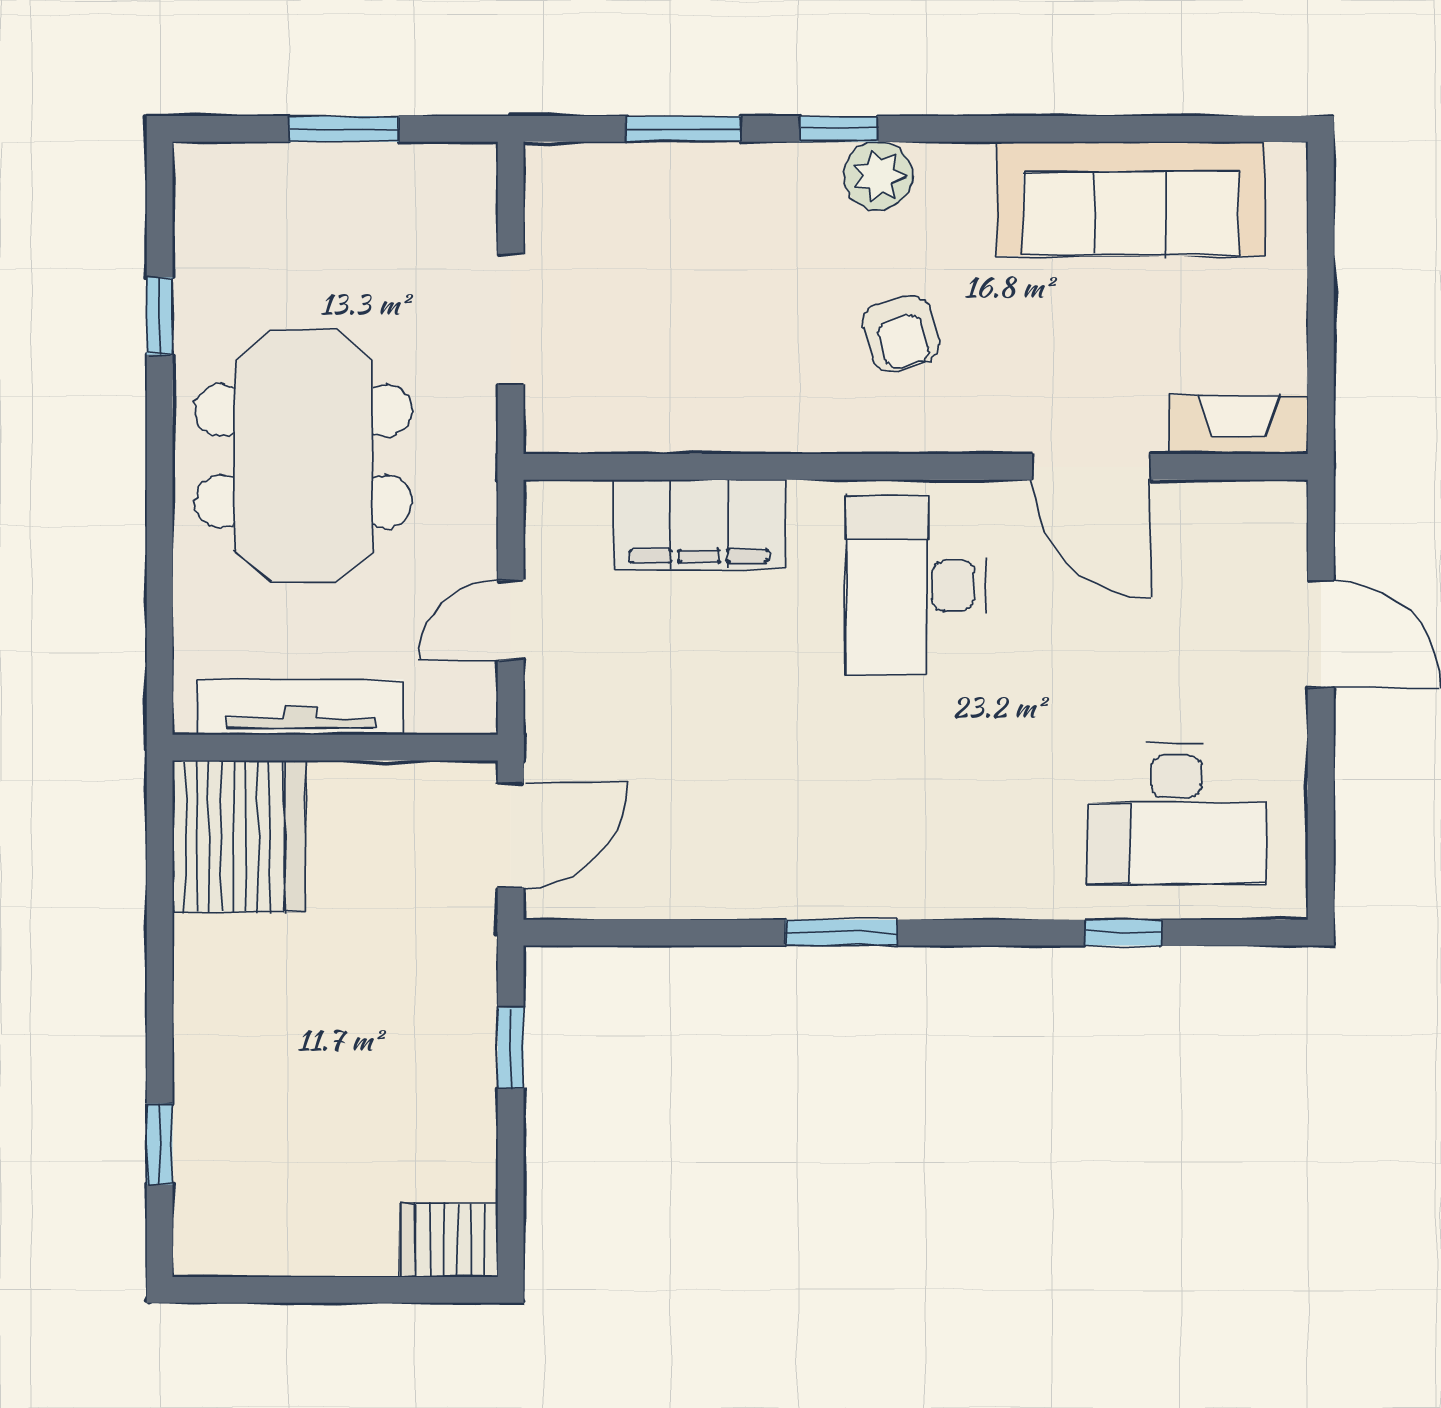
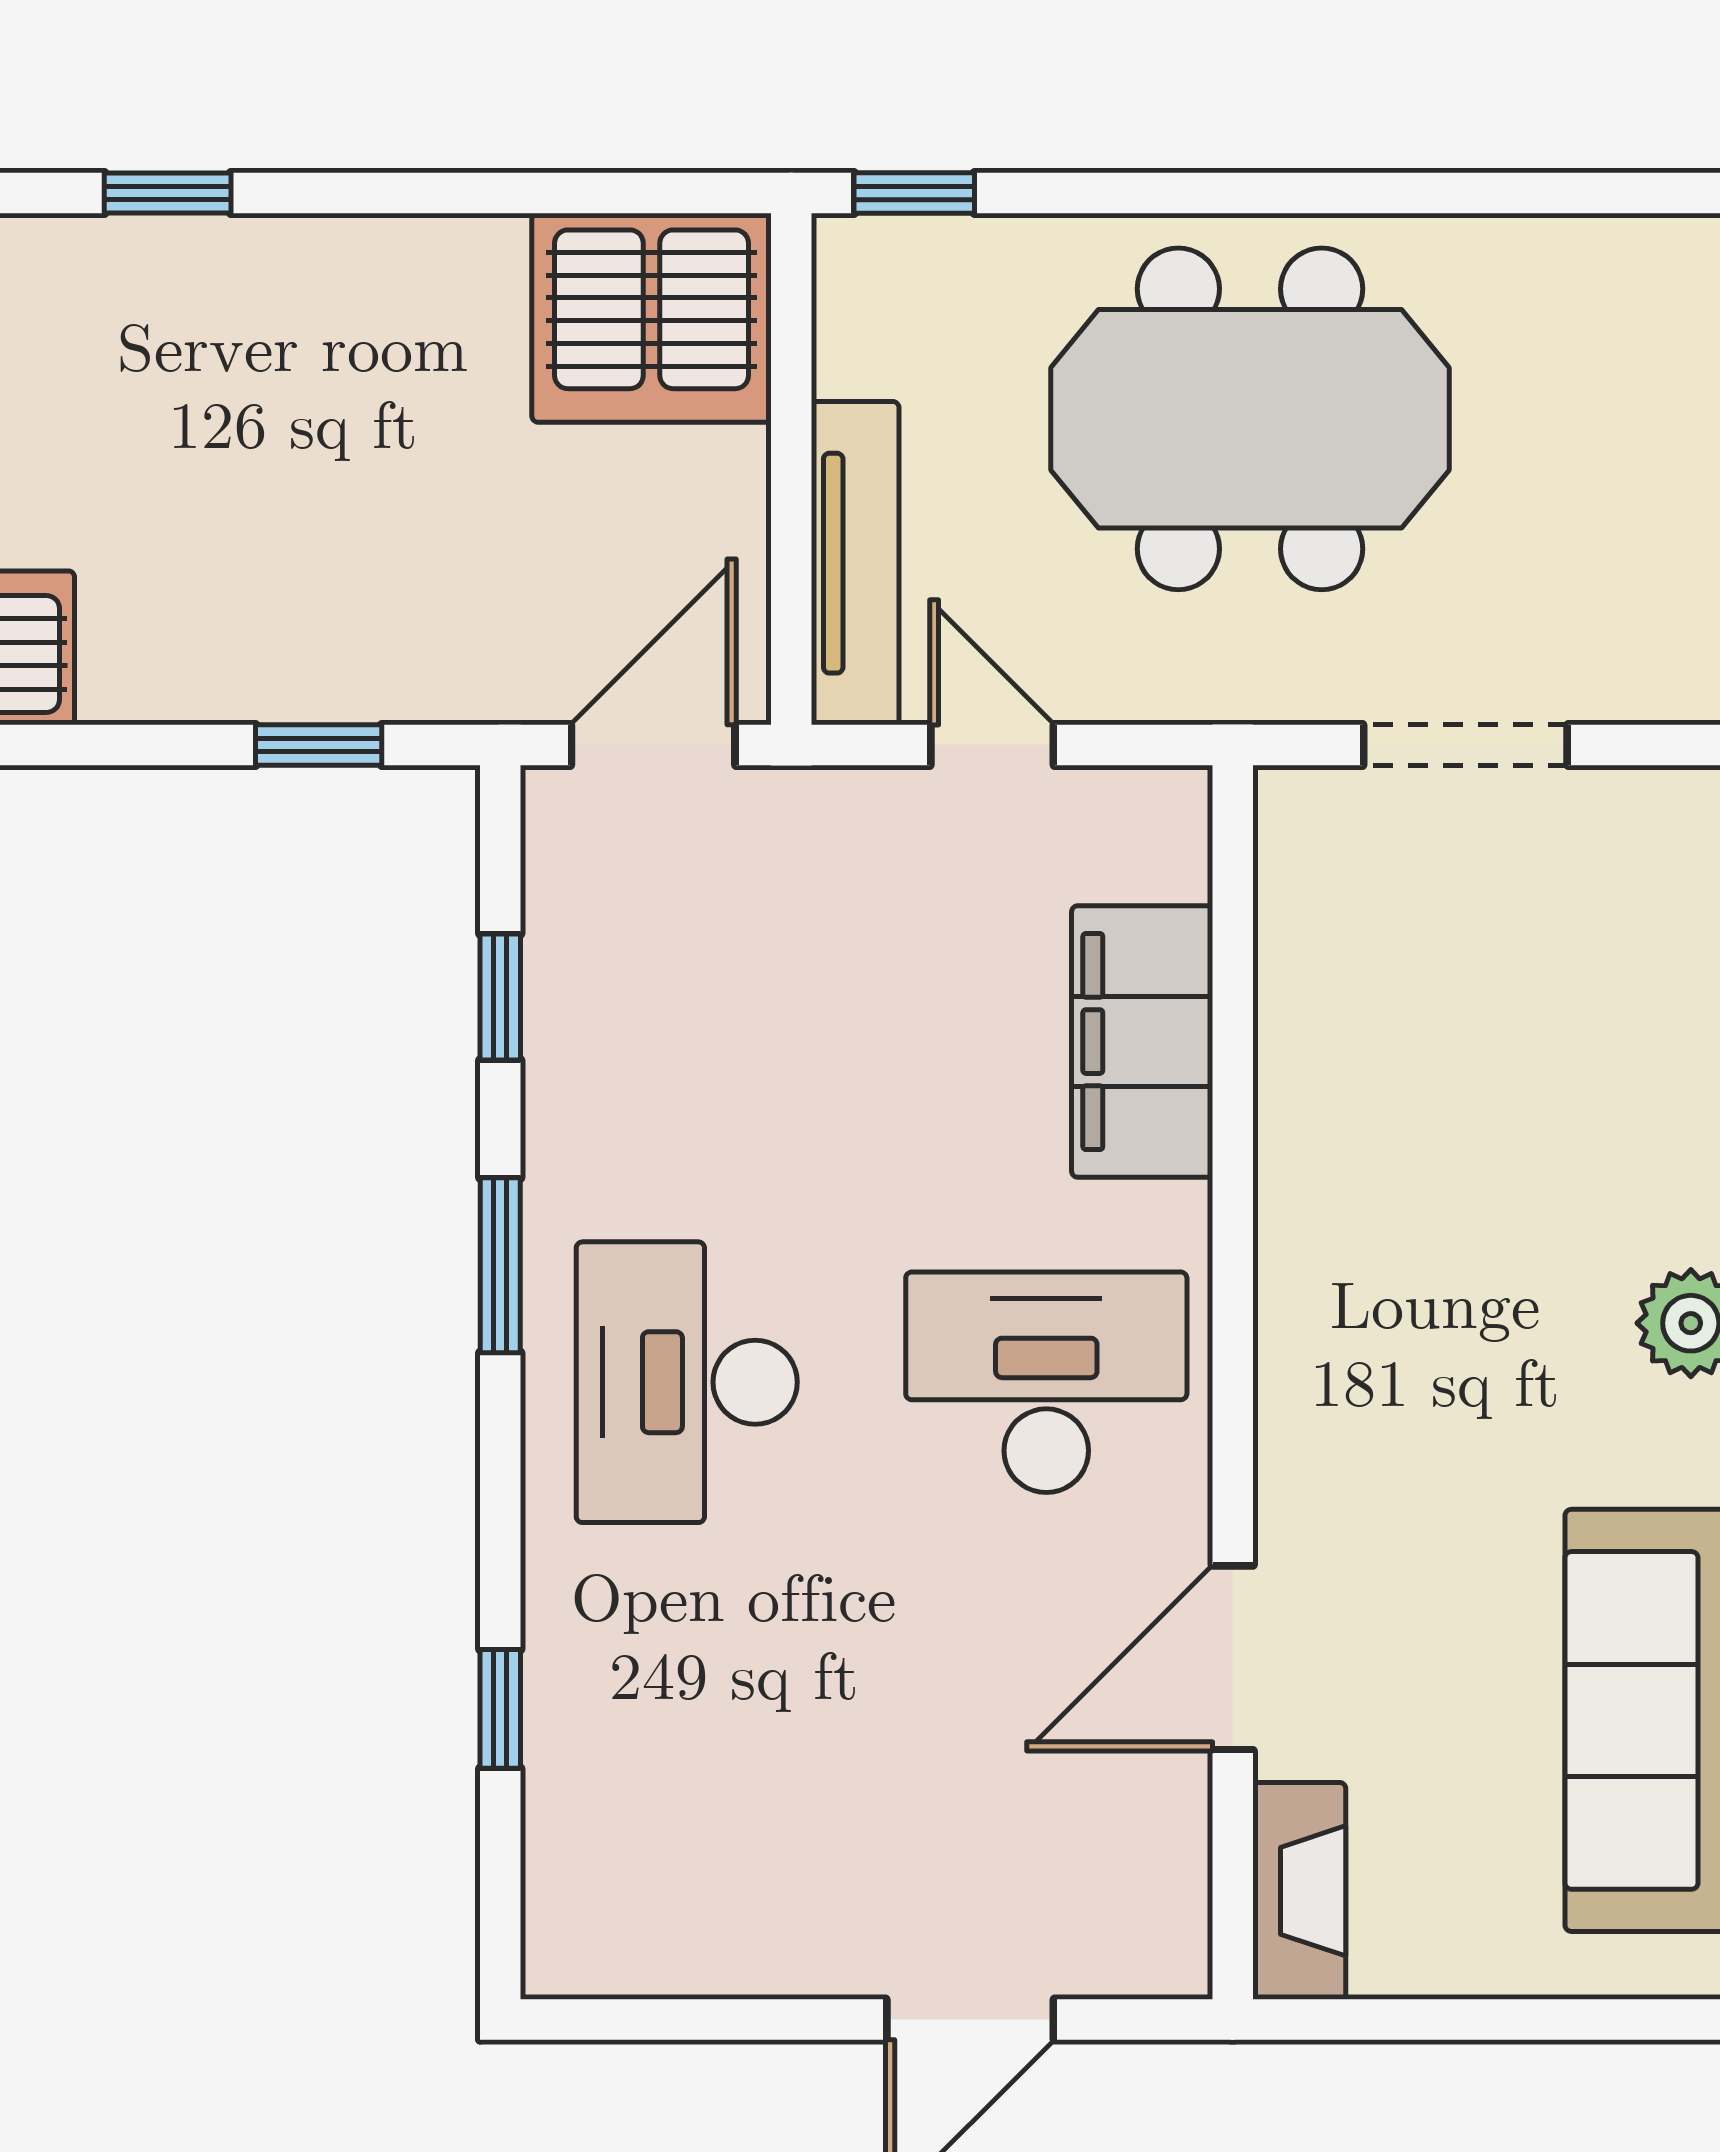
window: (160, 316) -> (914, 193), moved
armchair: (901, 334) -> (1443, 1359), removed
tv unit: (301, 707) -> (855, 563), moved
desk: (1176, 814) -> (687, 1382), moved
door: (511, 835) -> (653, 745), swing flipped
window: (671, 933) -> (500, 997), added

